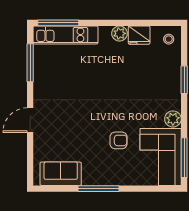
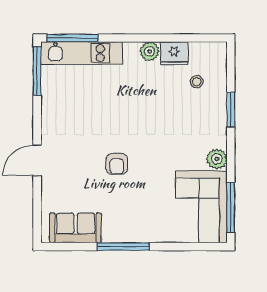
stool: (169, 39) -> (197, 82), moved
window: (30, 63) -> (37, 71), moved
armchair: (119, 140) -> (117, 164), moved, turned 90

